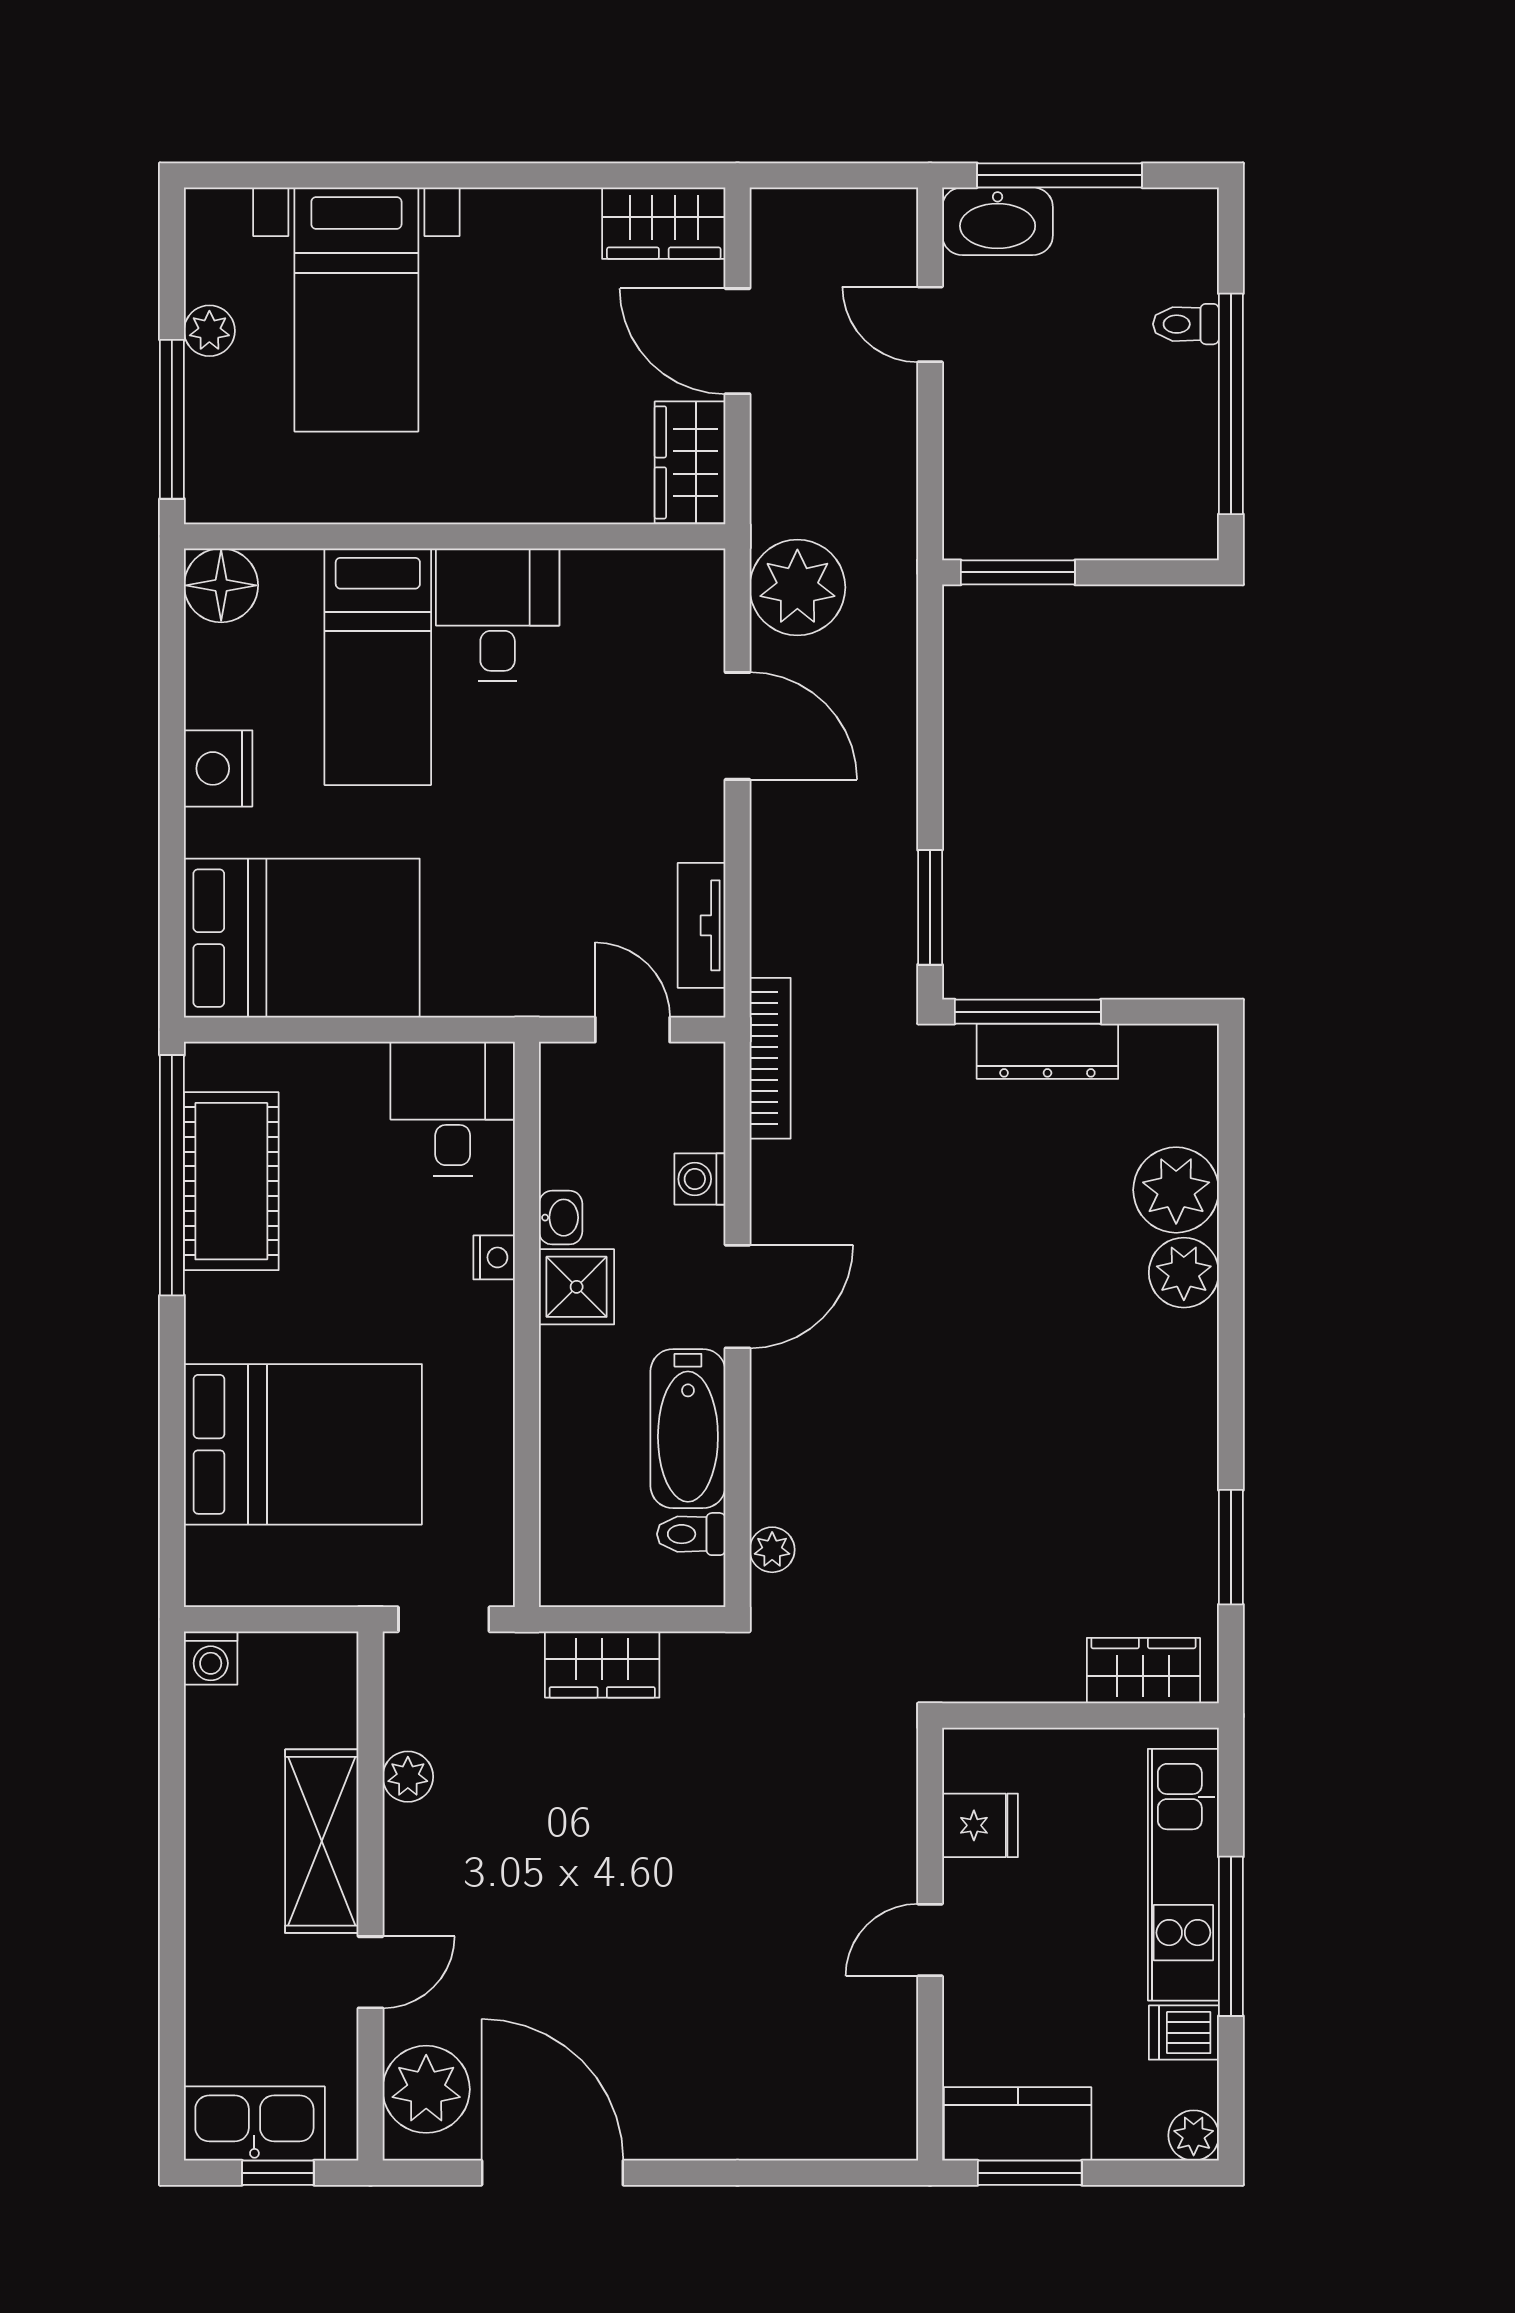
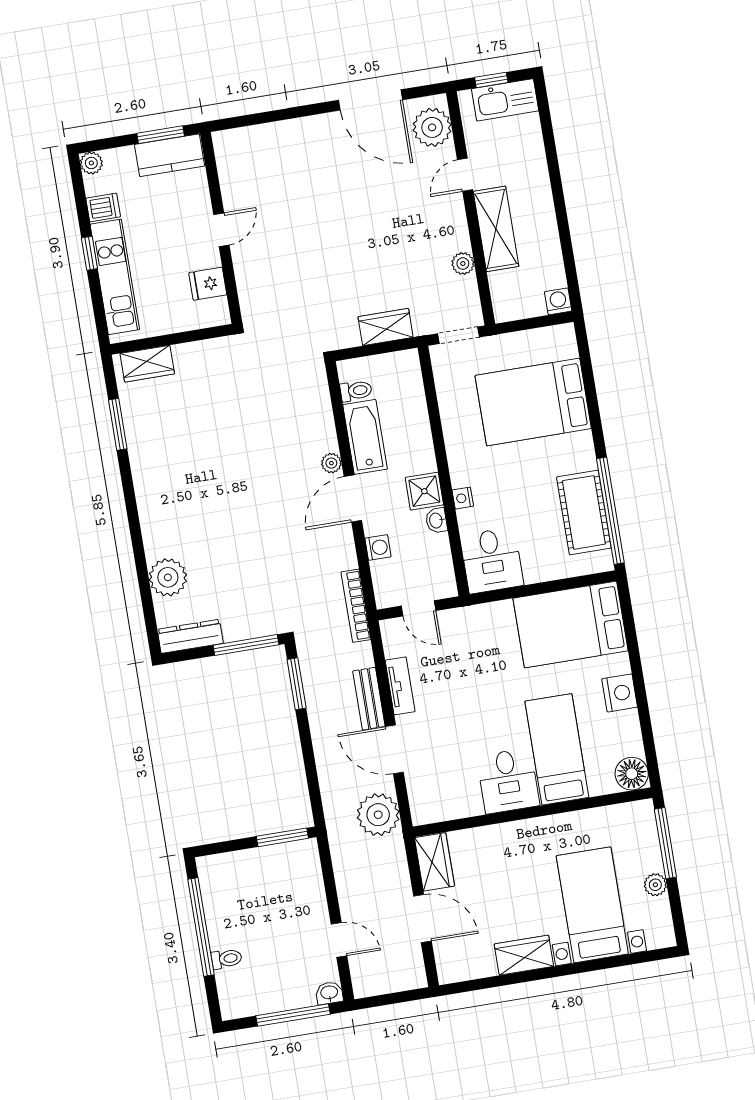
washbasin: (998, 221) -> (329, 993), width x0.52, depth x0.69
wardrobe: (664, 223) -> (524, 955), moved
bench: (775, 848) -> (369, 699), added
tv unit: (702, 925) -> (400, 686), moved
dresser: (1047, 1051) -> (190, 636), moved
plant: (1184, 1273) -> (158, 542), removed
plant: (772, 1550) -> (331, 463), moved
window: (1231, 1936) -> (89, 253), width x0.46

